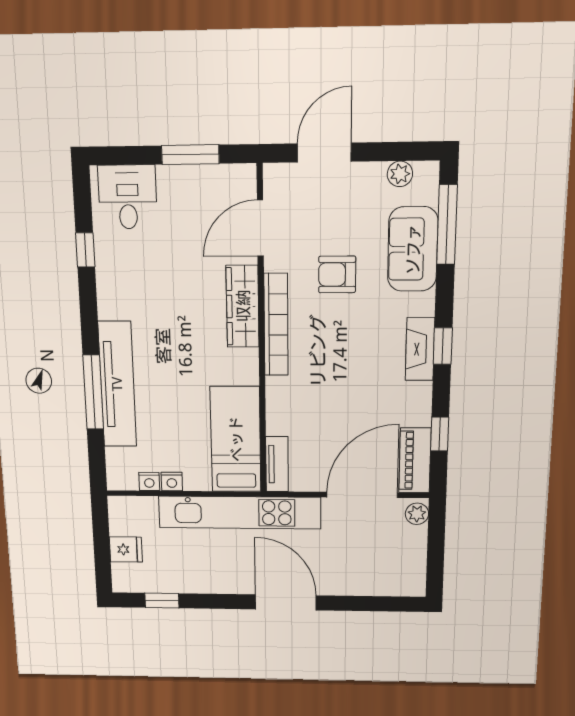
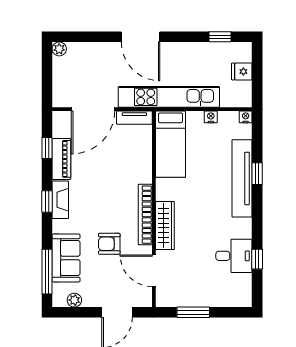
desk: (128, 197) -> (234, 256), moved, turned -90
door: (260, 228) -> (154, 271), swing flipped
armchair: (337, 274) -> (109, 244), turned 180
window: (93, 392) -> (257, 174), width x0.46
piano: (415, 460) -> (61, 159), moved
tv unit: (277, 464) -> (134, 118), moved, turned -90
nightstand: (149, 482) -> (246, 117), moved
plant: (417, 514) -> (59, 49), moved

